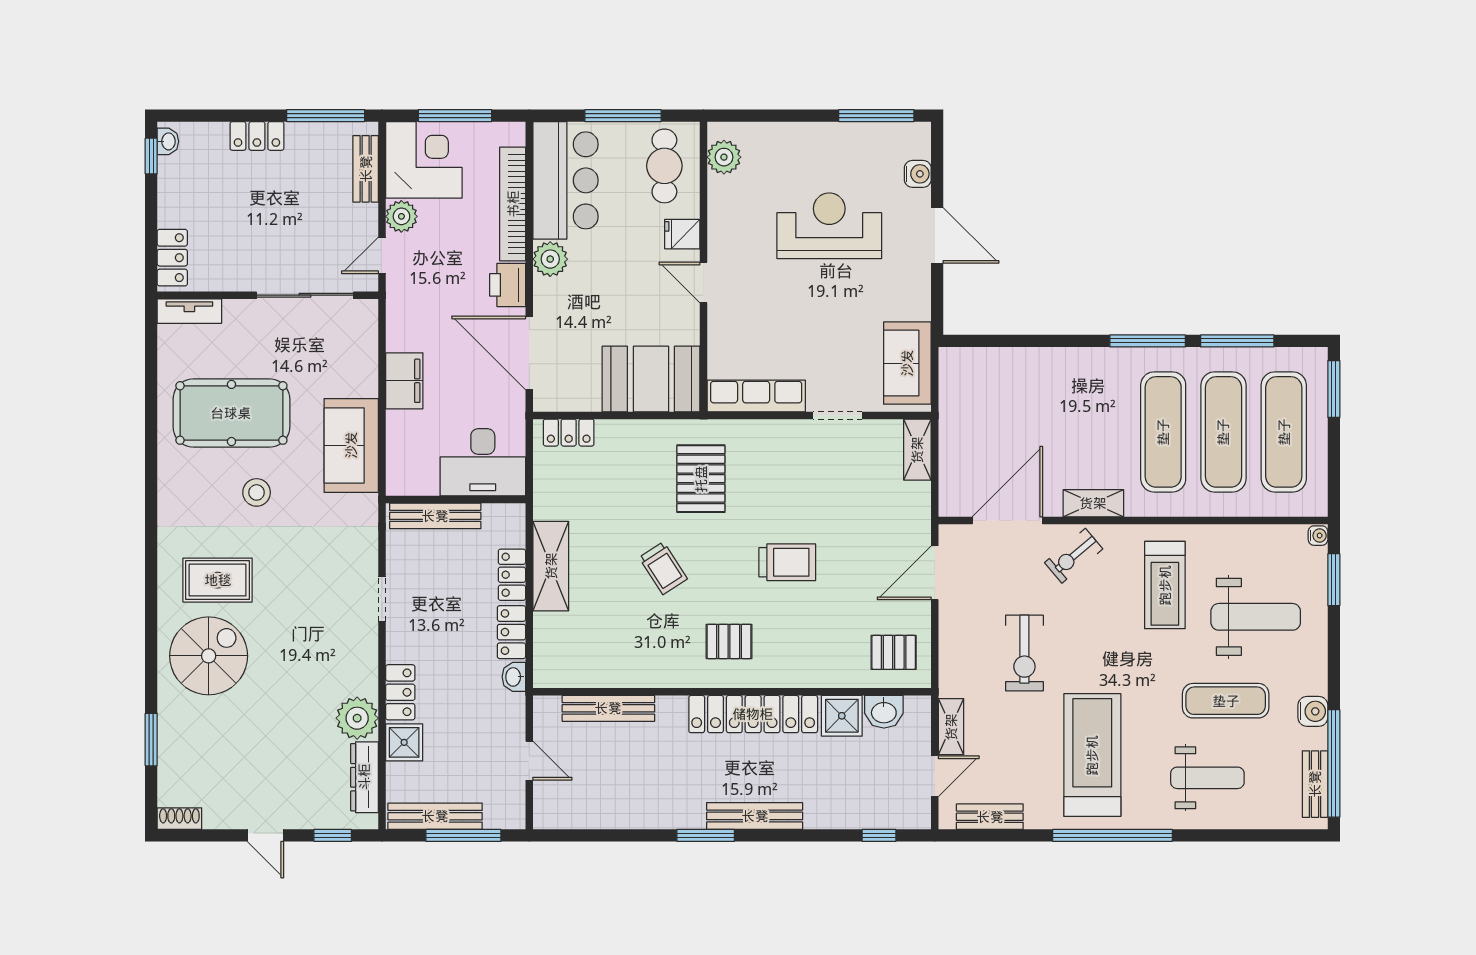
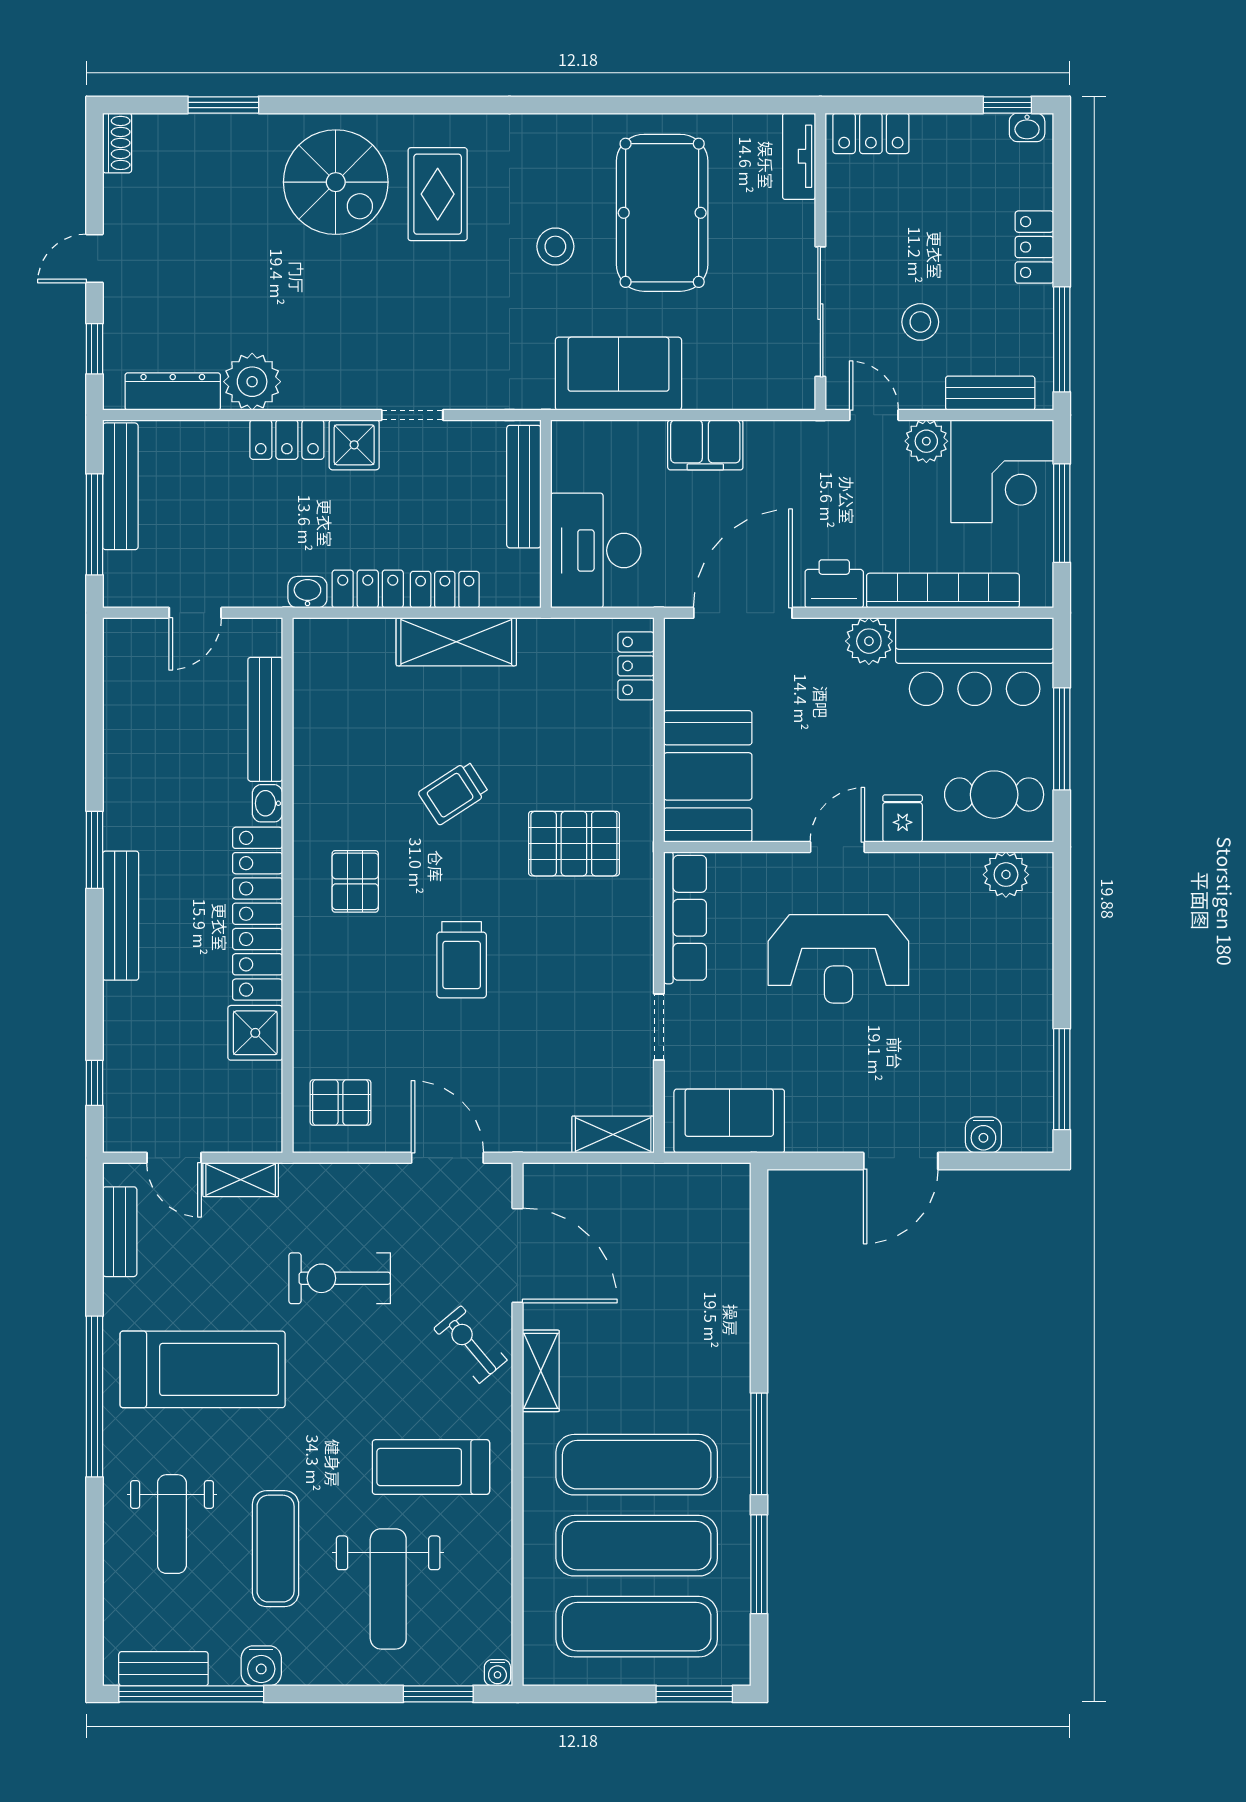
stool: (313, 221) -> (920, 322), added
reception desk: (829, 226) -> (838, 959), moved, turned 90
pallet: (894, 652) -> (341, 1103), turned 90
washbasin: (884, 712) -> (268, 803), moved, width x0.72, depth x0.69
shower: (404, 742) -> (354, 445), moved

